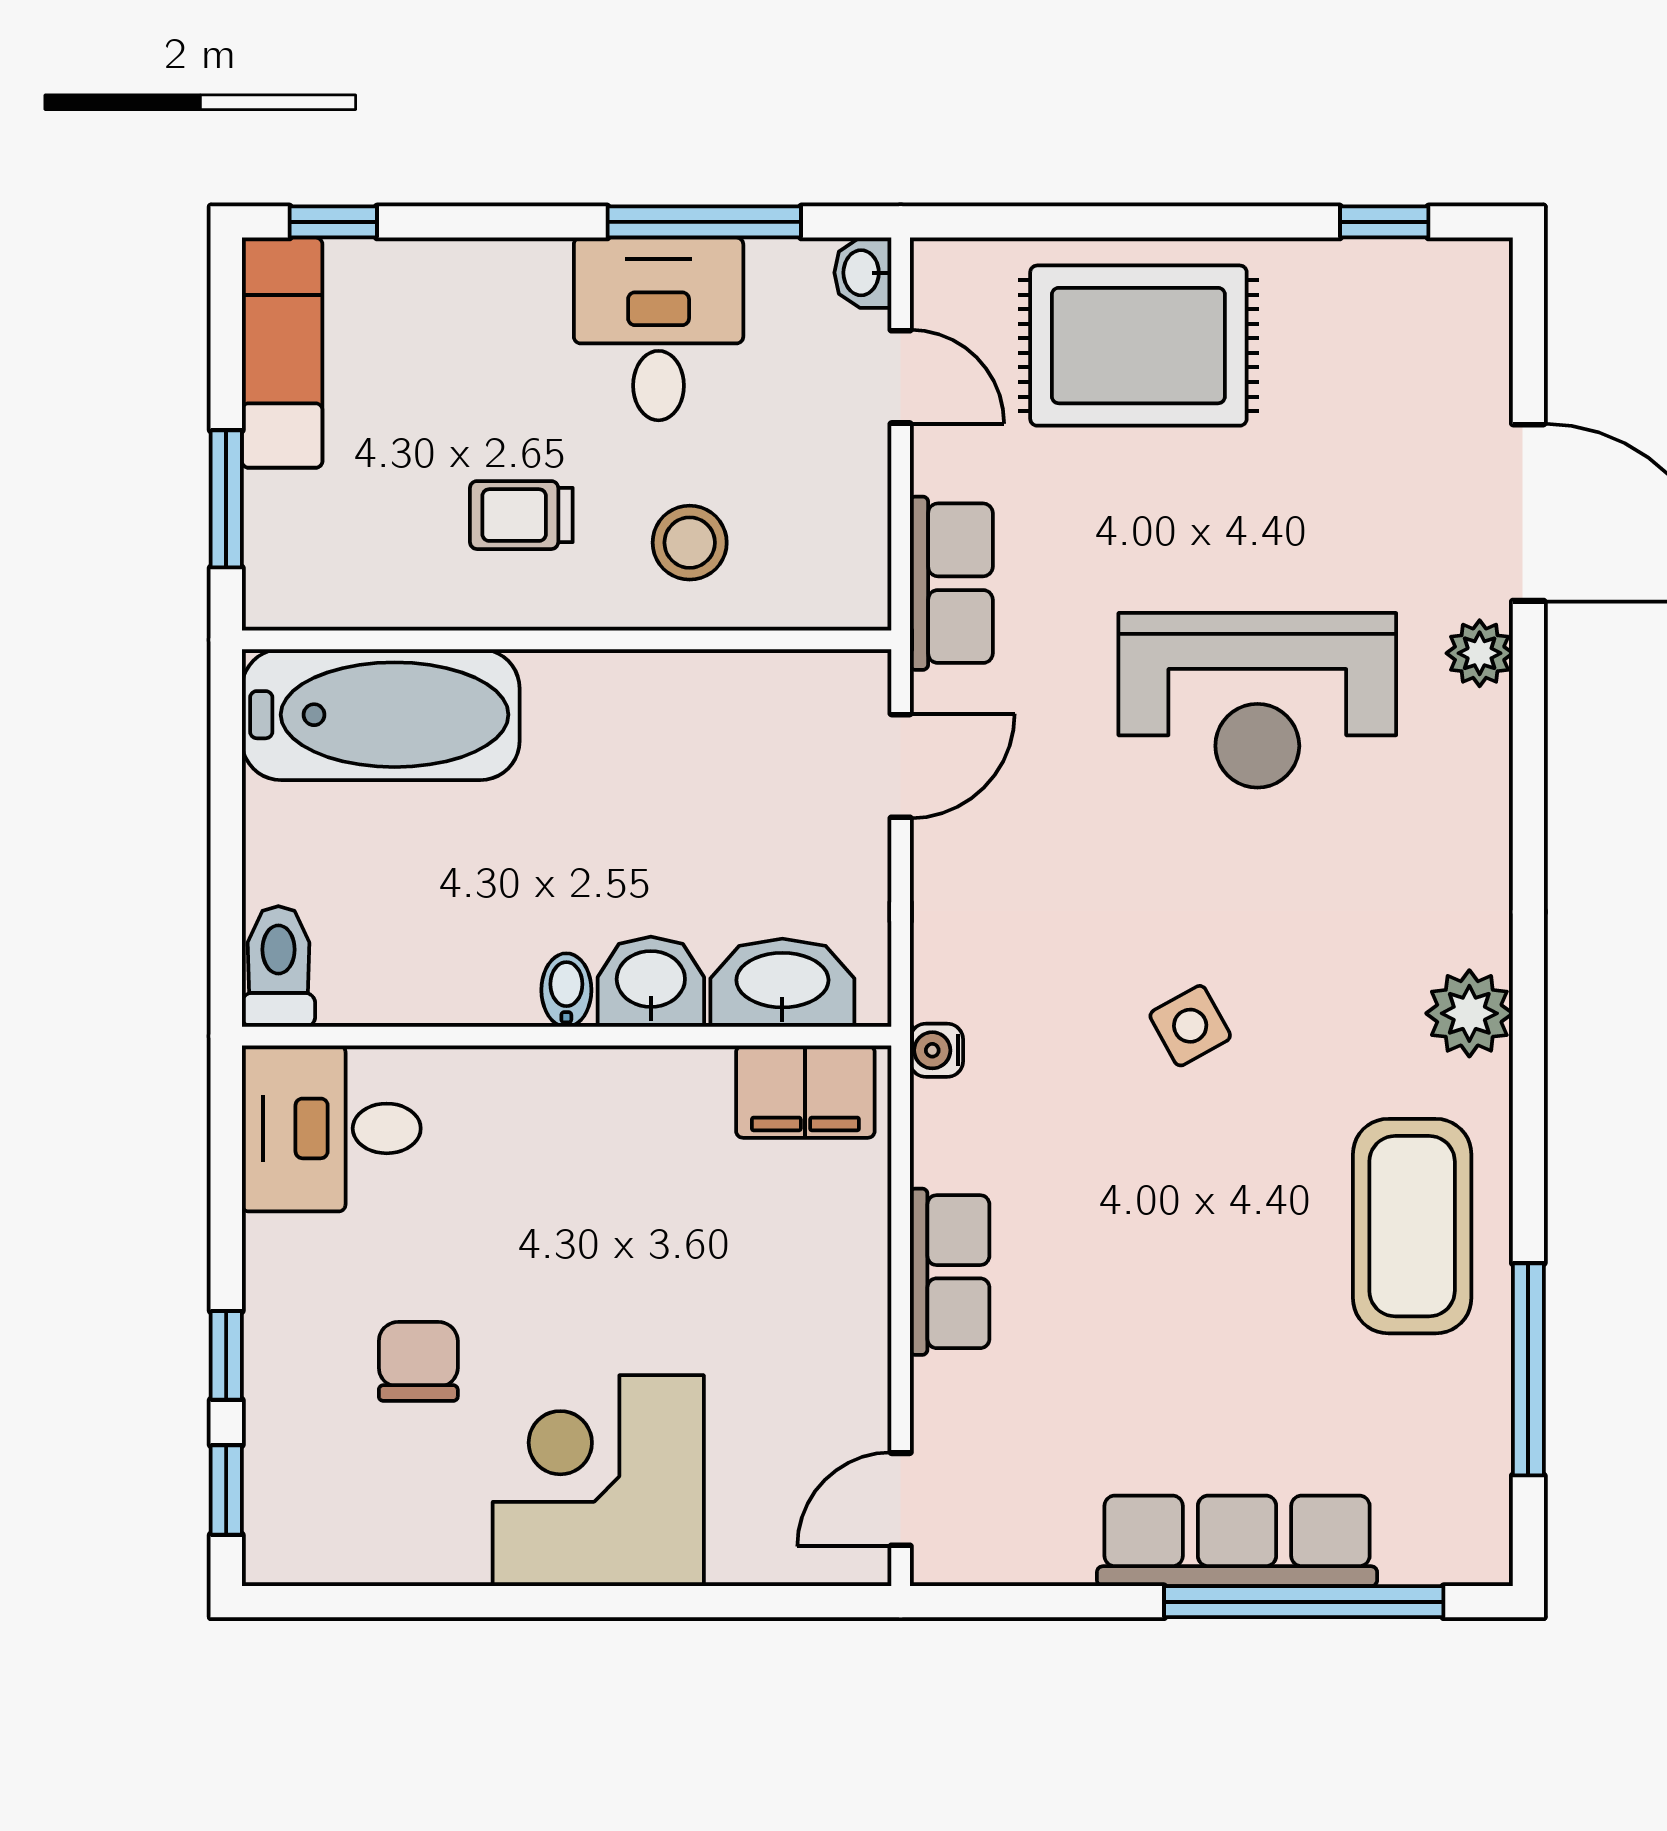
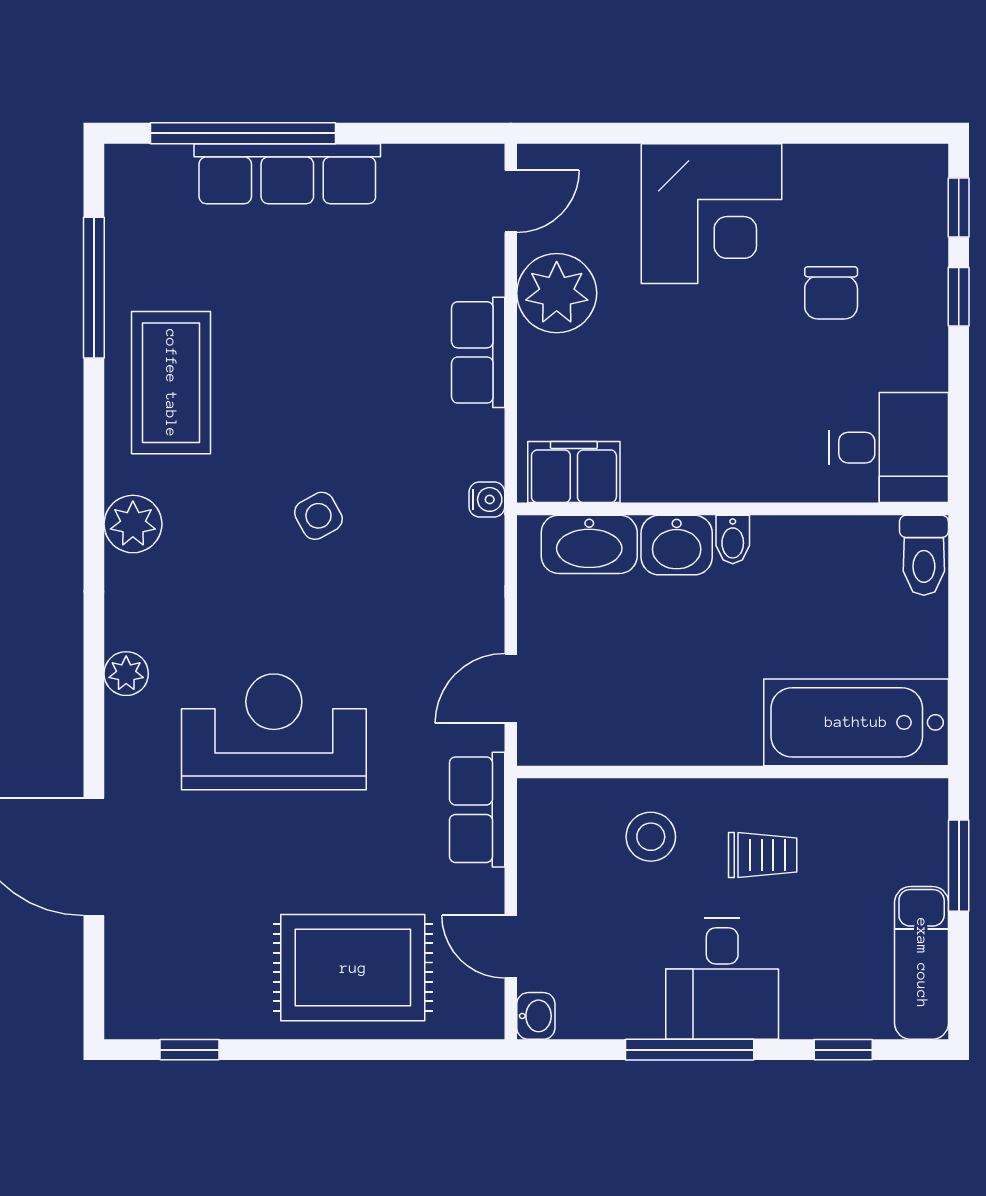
window: (333, 222) -> (843, 1050), moved
window: (704, 222) -> (690, 1050), moved
desk: (659, 329) -> (722, 979), moved
plant: (1480, 653) -> (126, 674), moved
plant: (831, 1361) -> (557, 293), added

